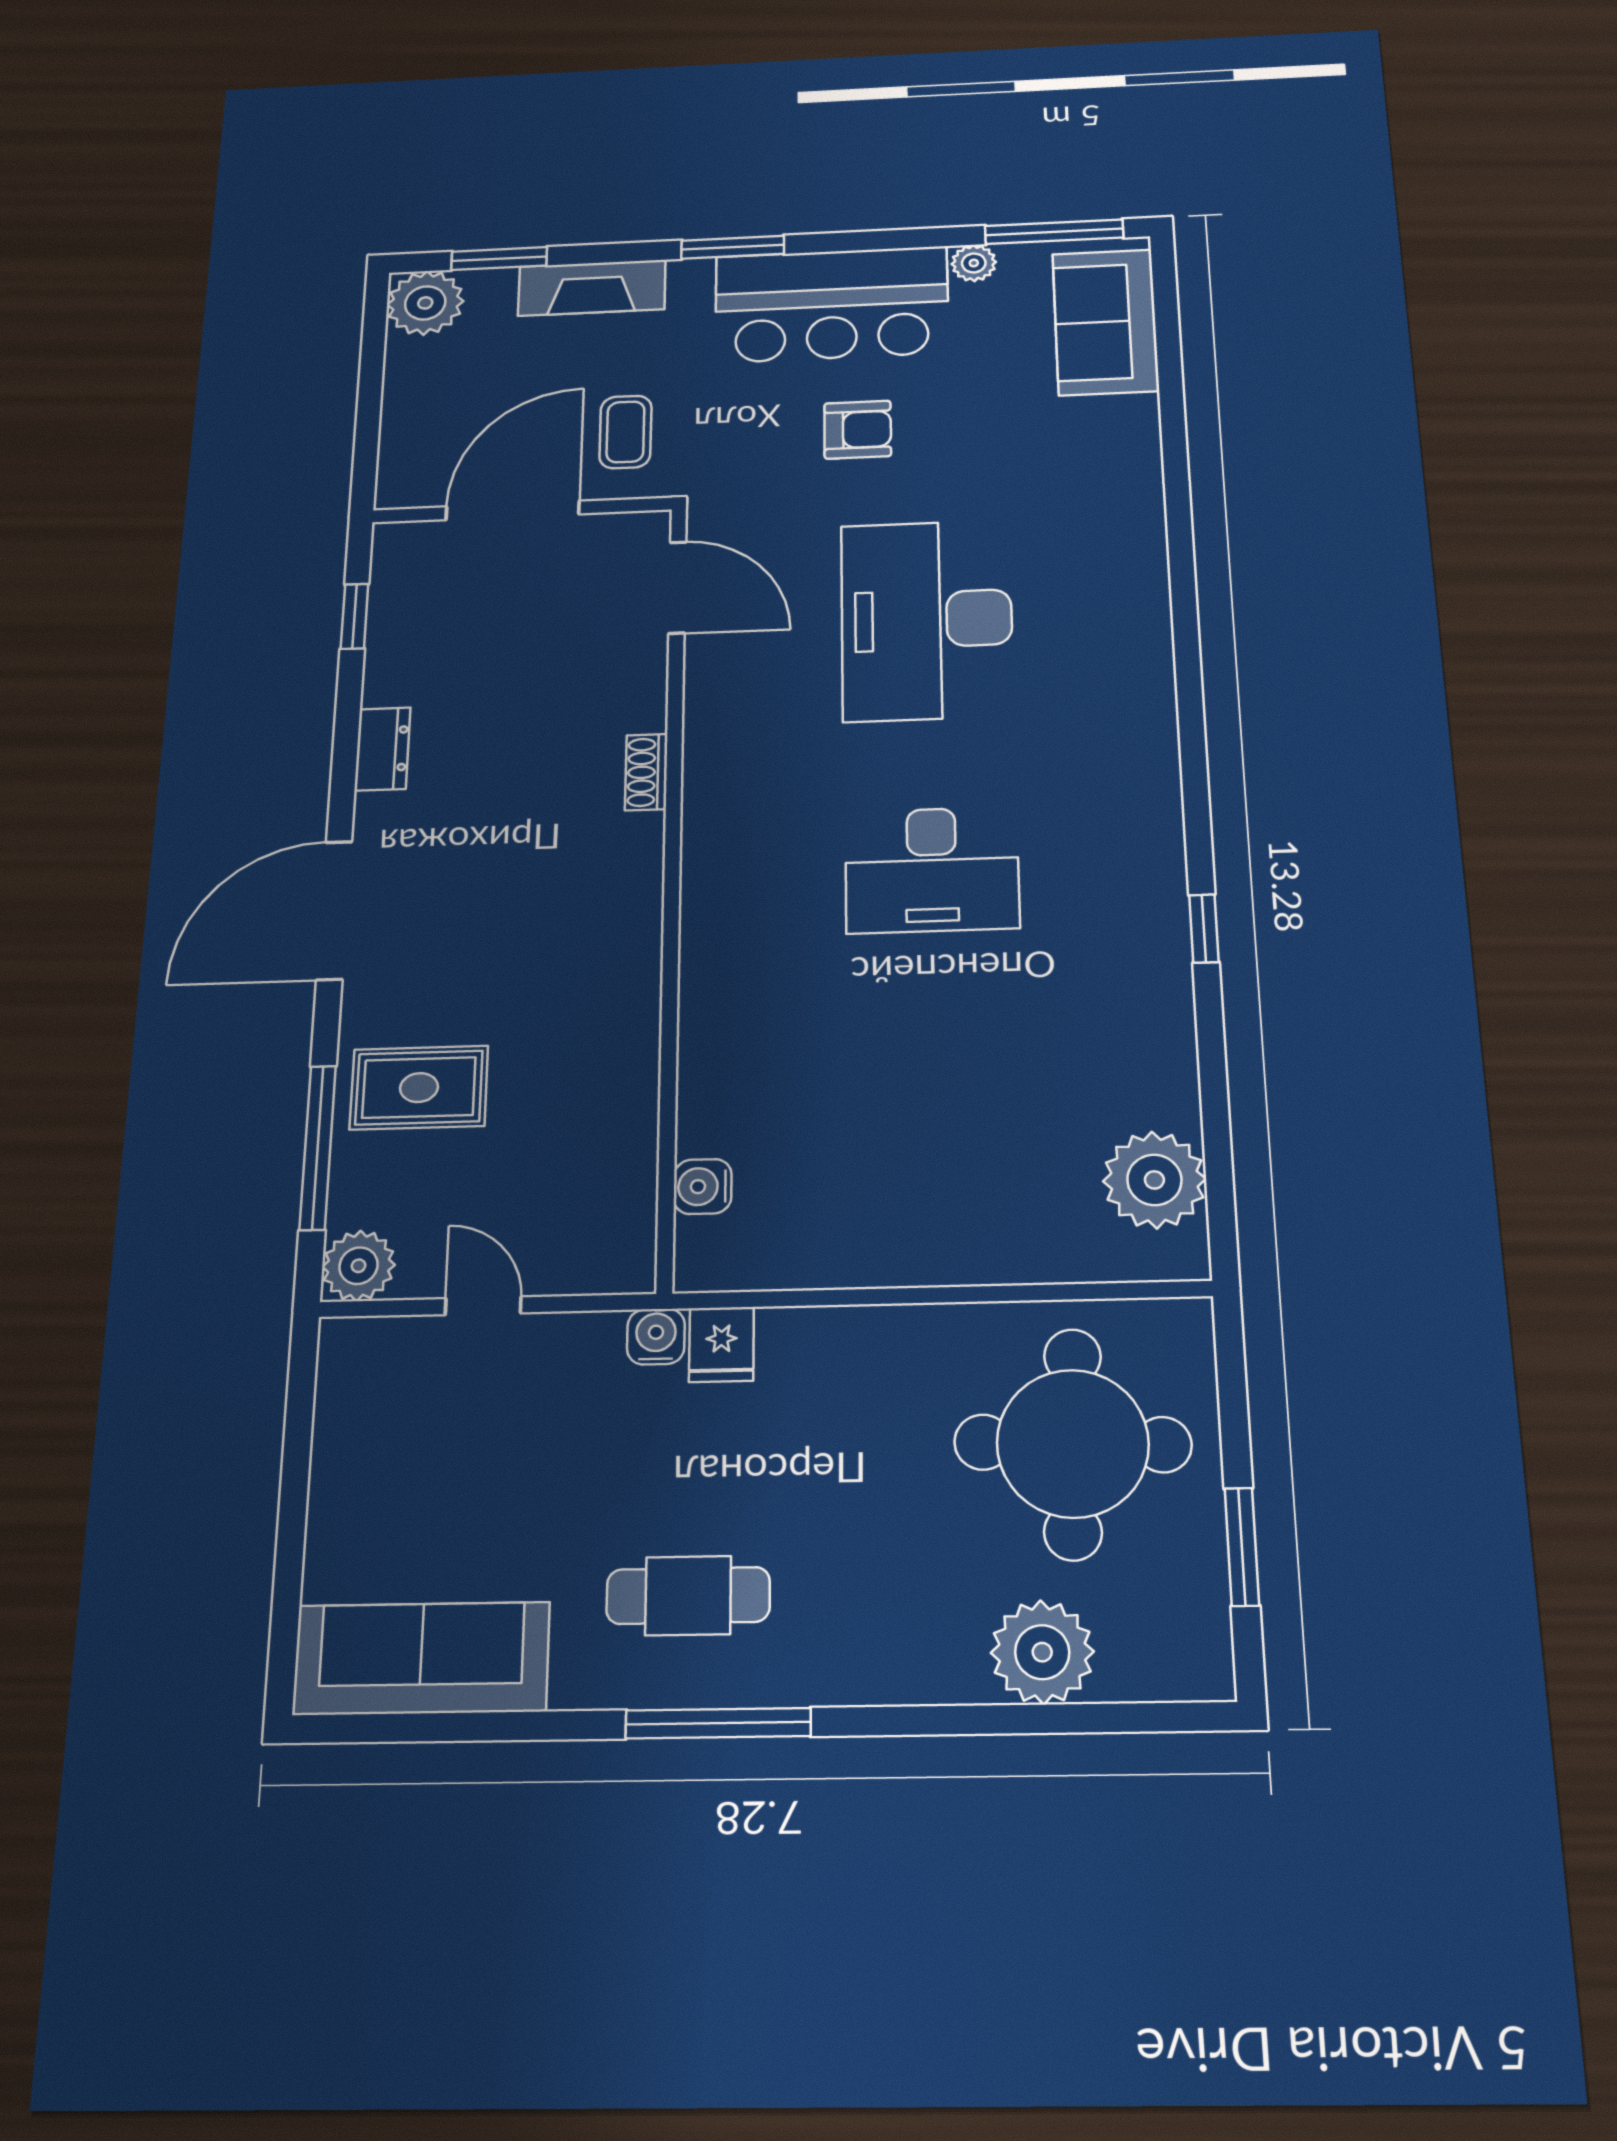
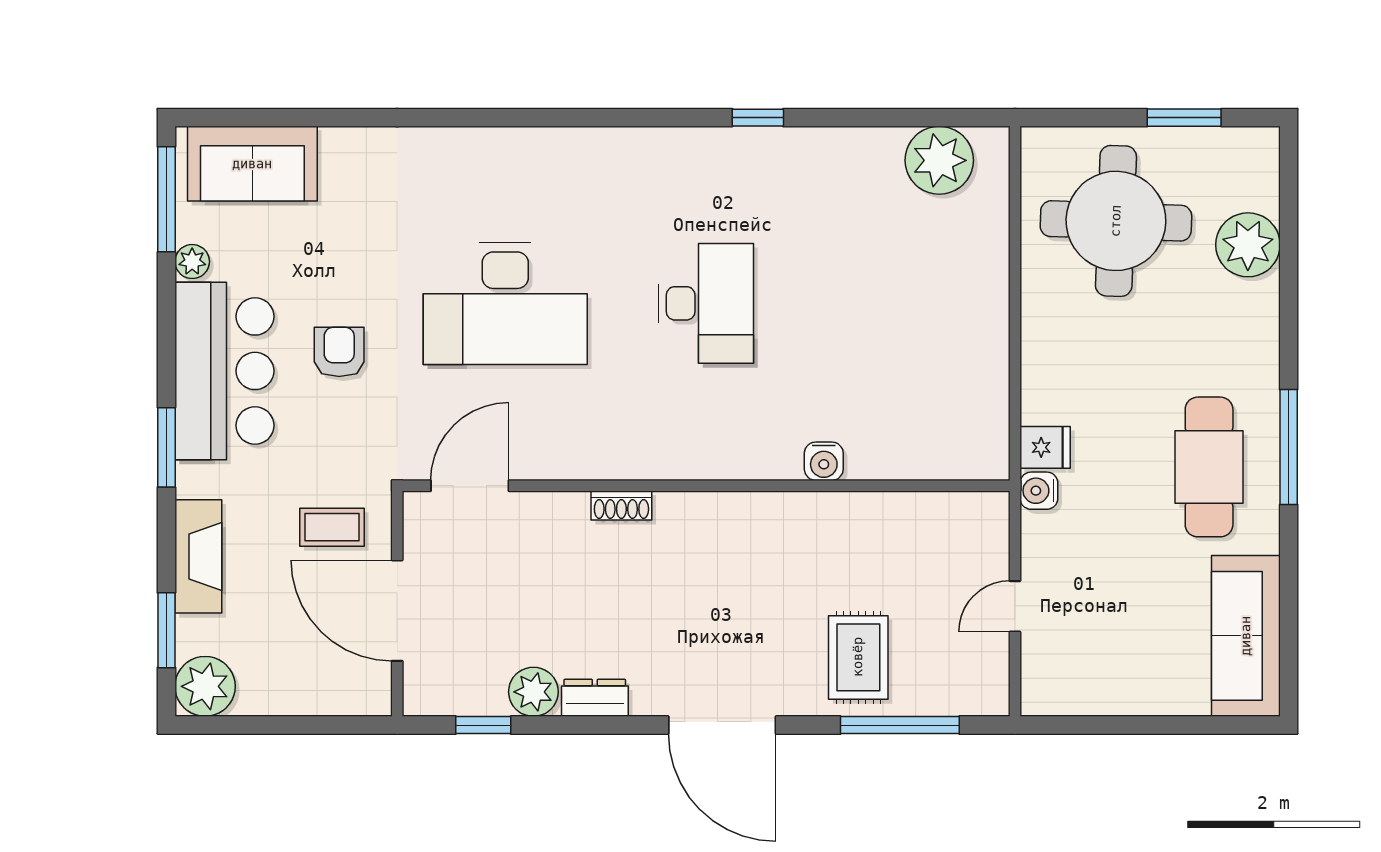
water cooler: (703, 1187) -> (824, 461), moved
plant: (359, 1266) -> (533, 692), moved
cafe table: (688, 1596) -> (1209, 467), width x1.37, depth x1.35

